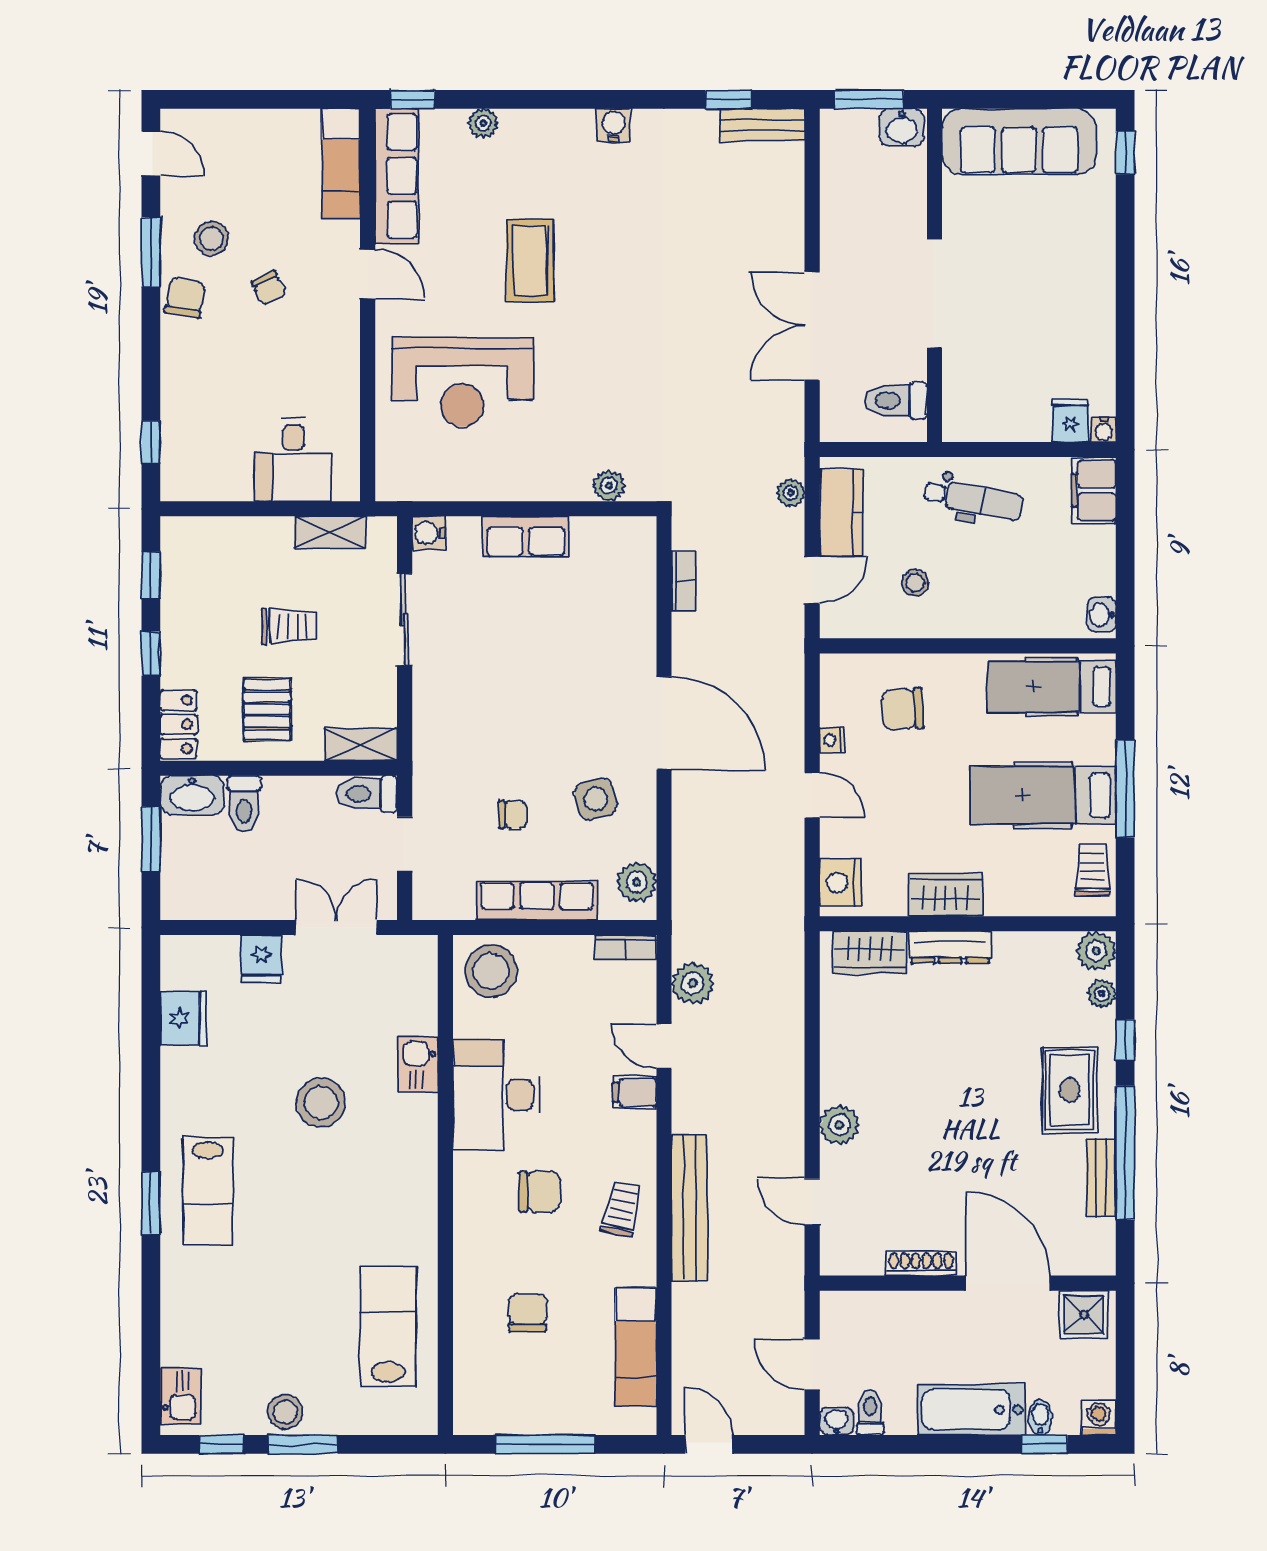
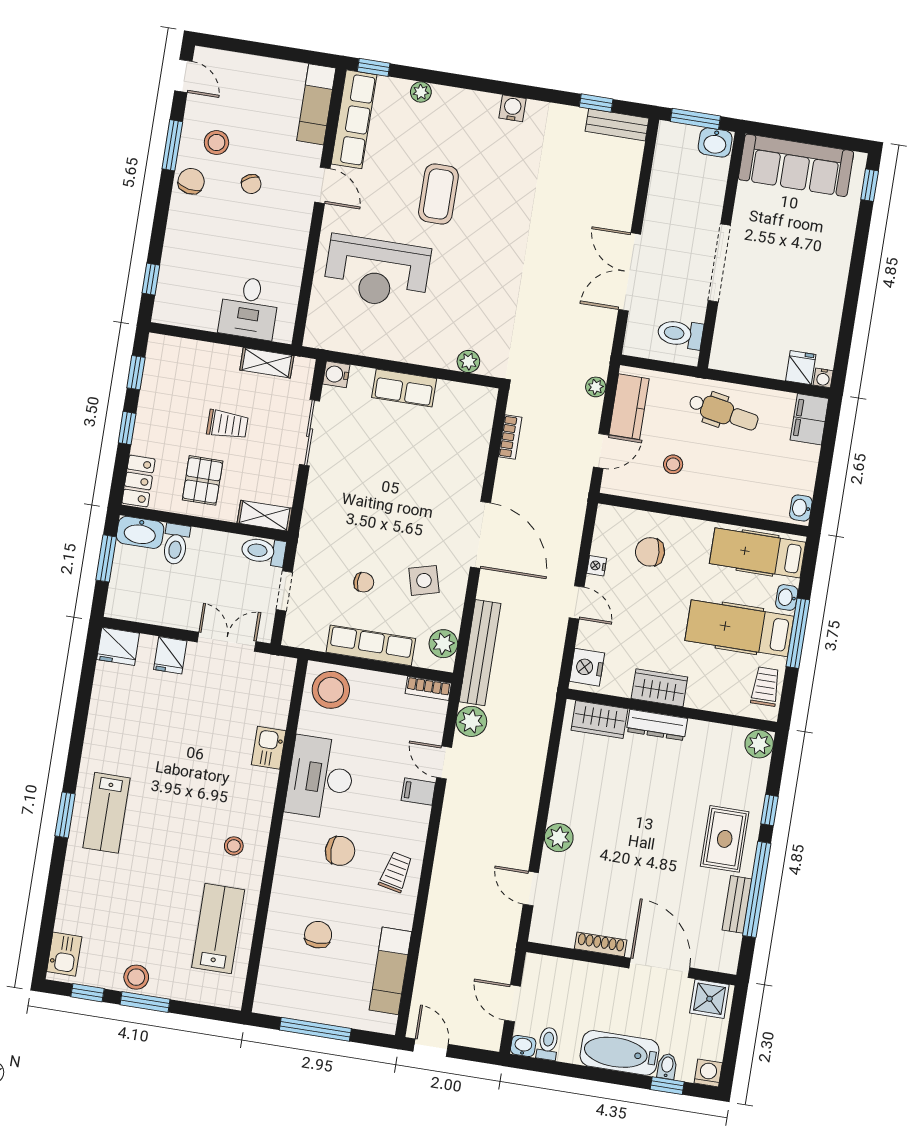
washbasin: (1102, 742) -> (787, 597), added
plant: (1102, 994) -> (758, 775), removed
fridge: (183, 1018) -> (118, 646), moved, turned 90
stool: (321, 1103) -> (234, 846), moved, width x0.53, depth x0.53
bench: (689, 1208) -> (480, 653), moved

